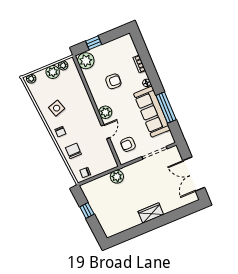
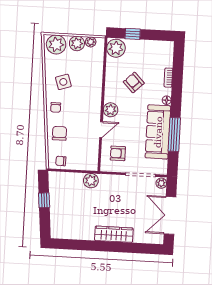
plant: (31, 79) -> (56, 44), width x1.88, depth x1.88
armchair: (113, 81) -> (134, 82), turned -137
plant: (174, 152) -> (161, 183), added
wardrobe: (151, 213) -> (114, 234), width x1.50

